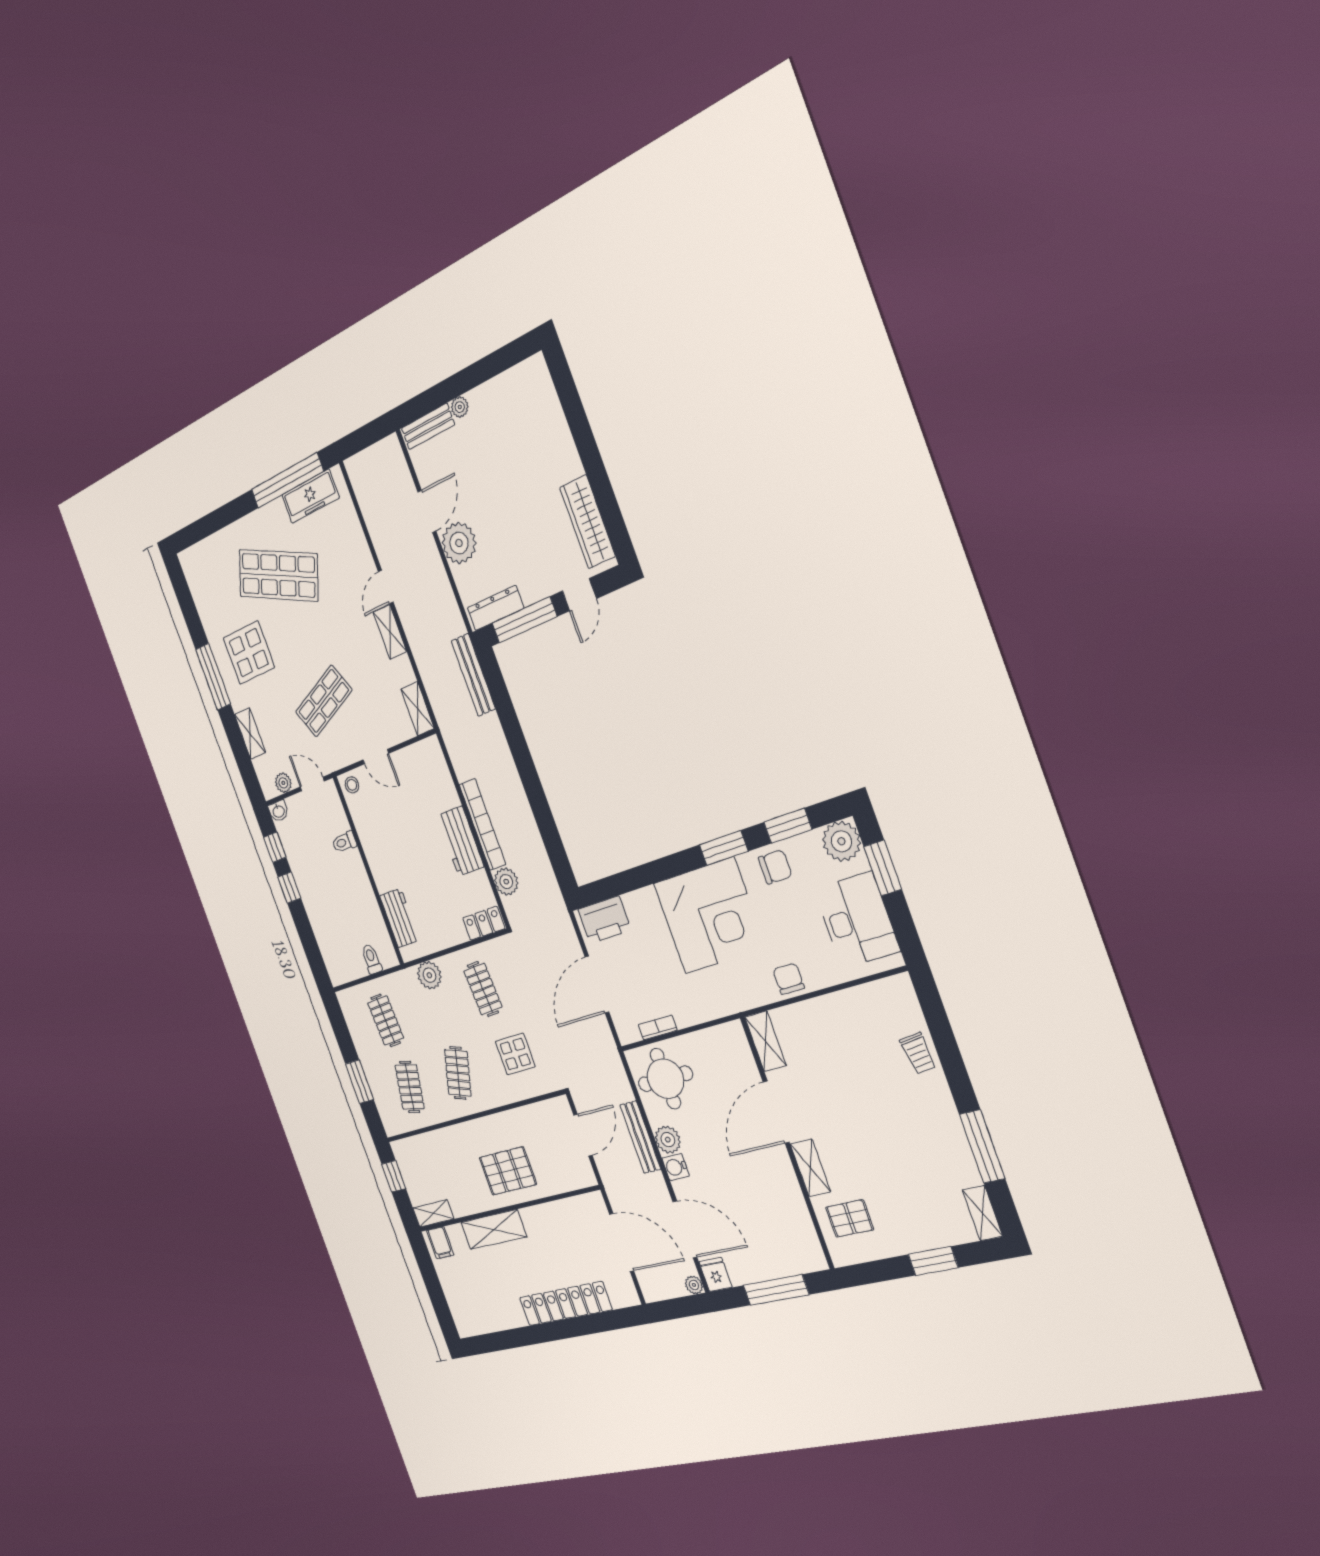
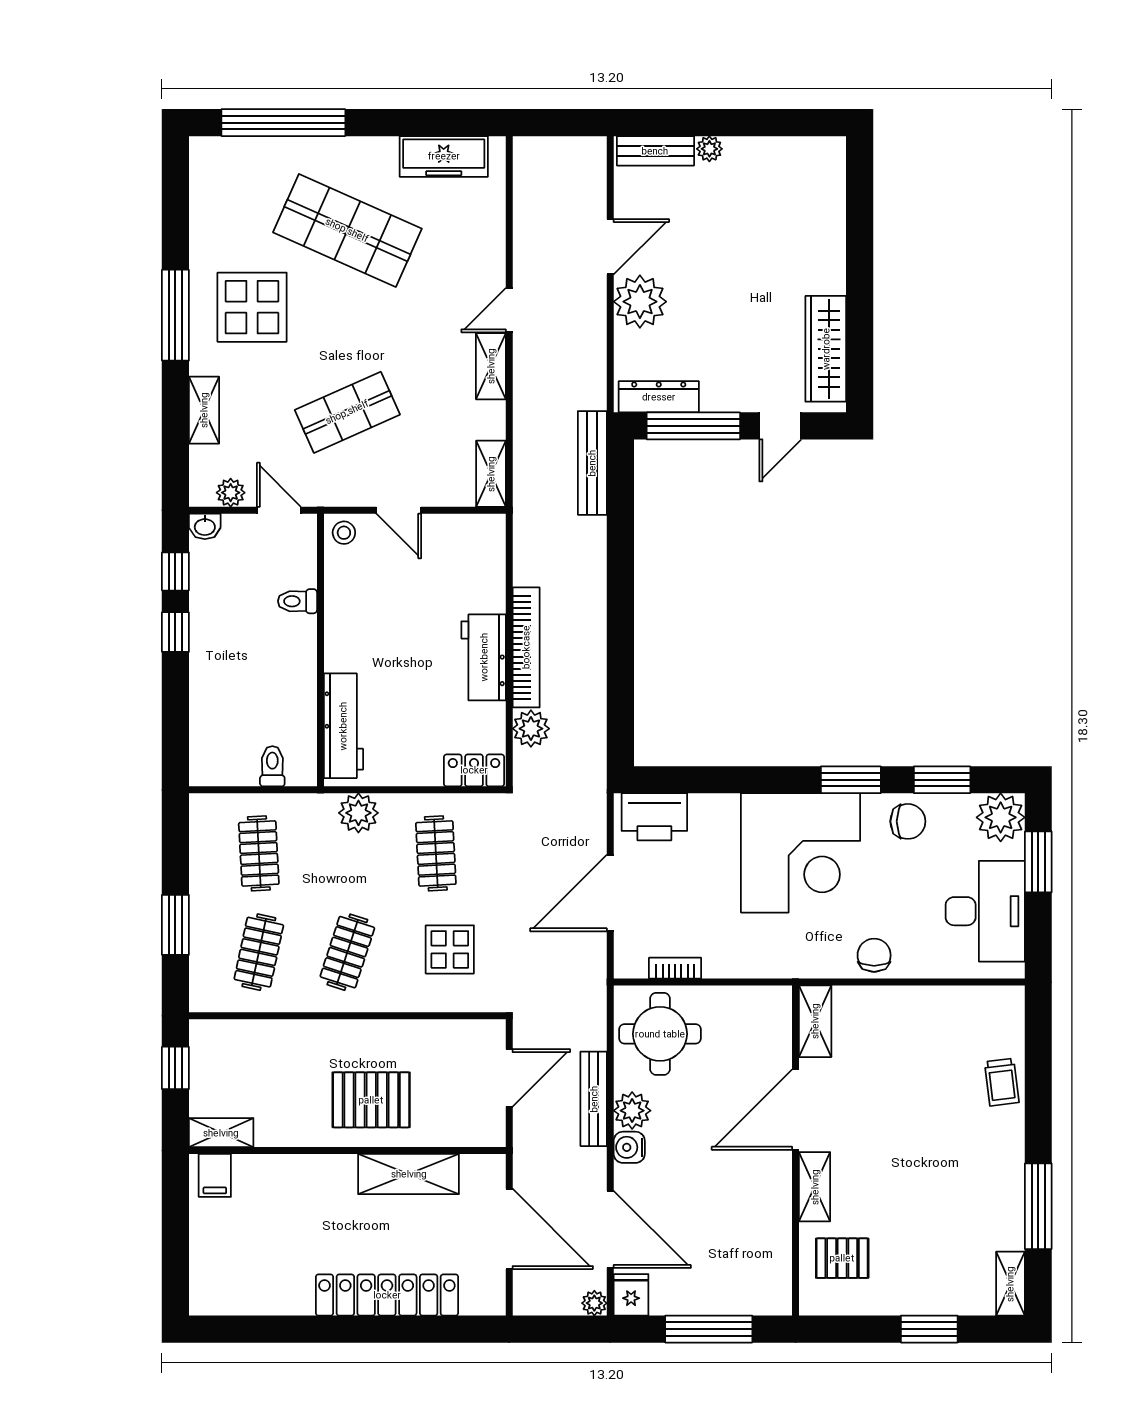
window: (287, 480) -> (283, 123), moved
workbench: (400, 918) -> (343, 726), width x1.38
shelving: (494, 1230) -> (409, 1174), moved

